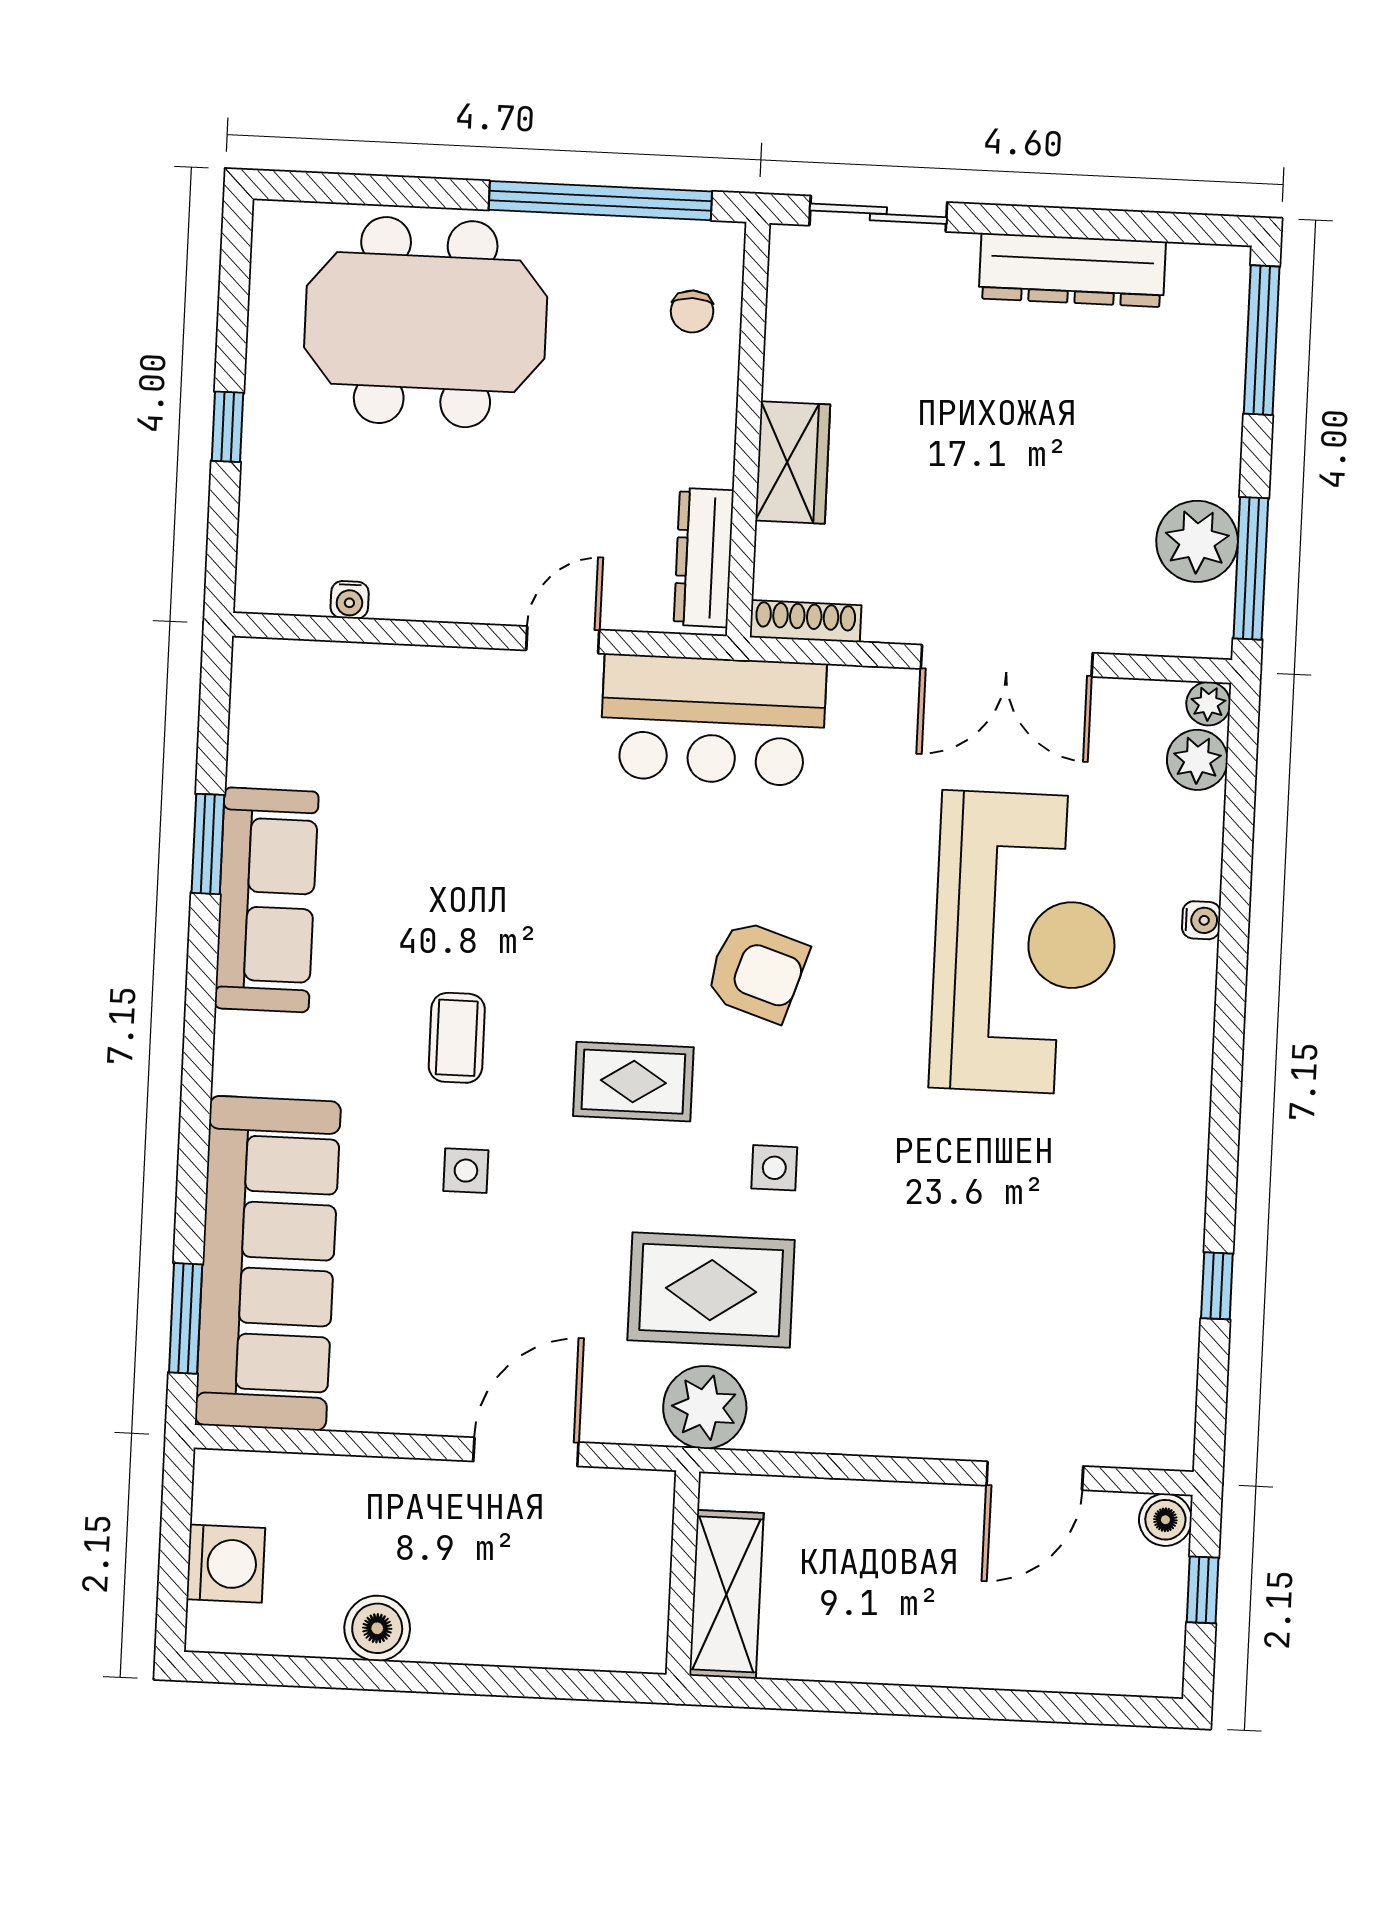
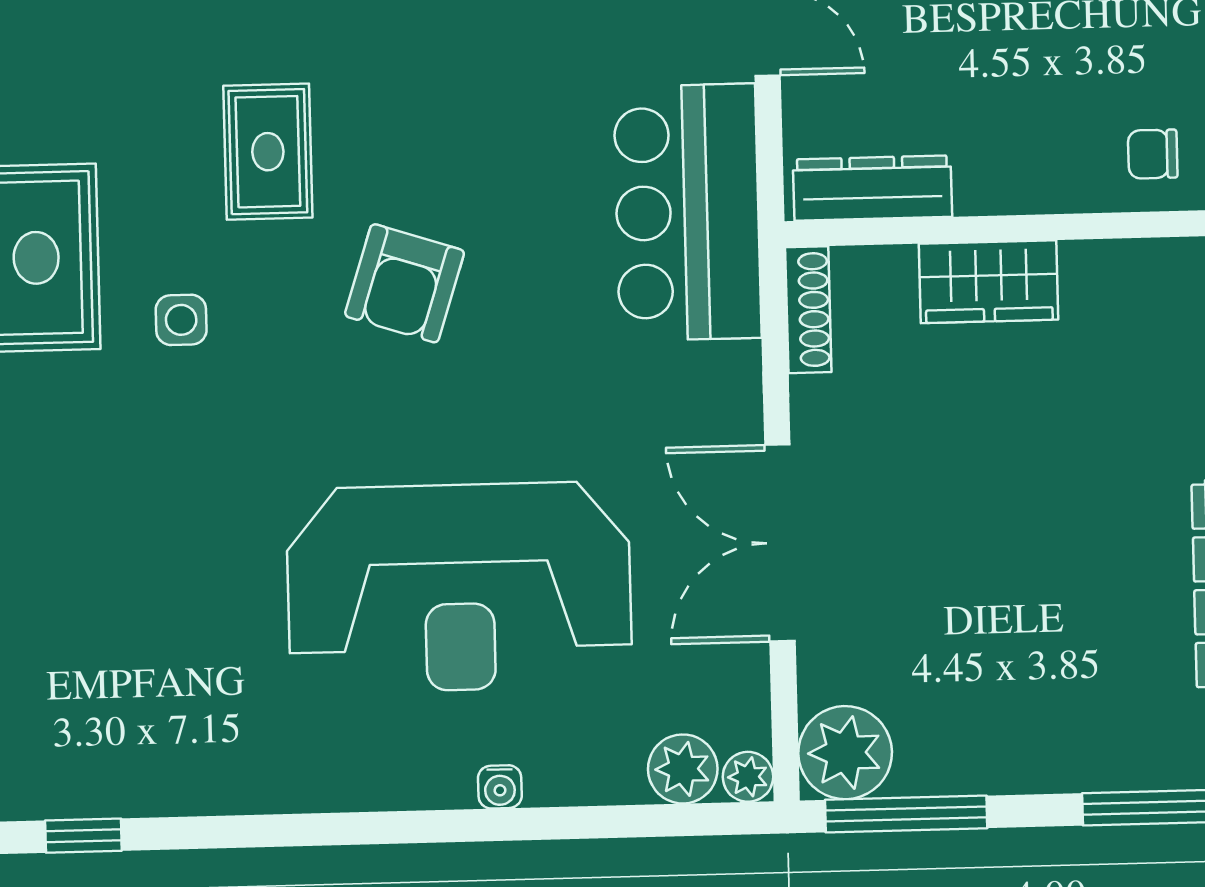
plant: (1197, 541) -> (845, 753), moved

